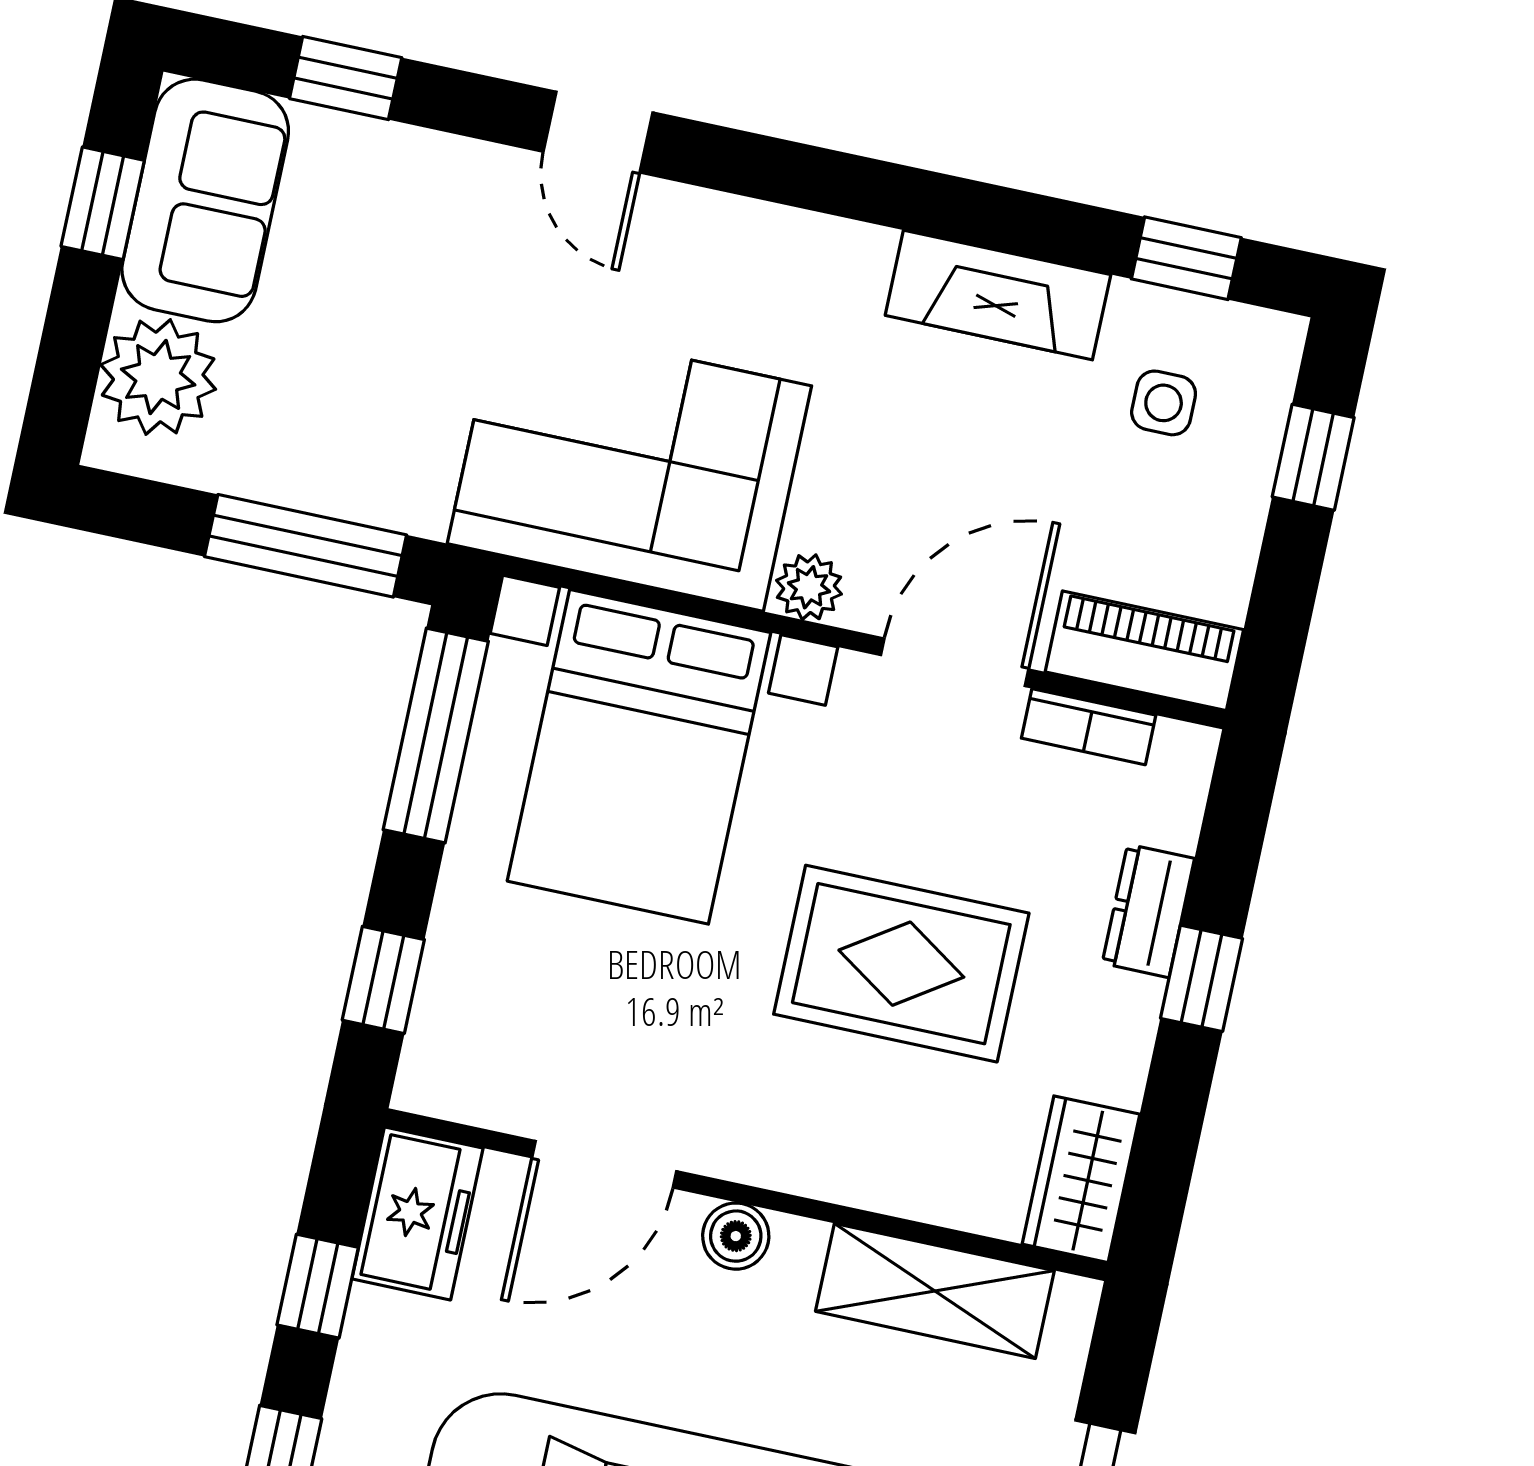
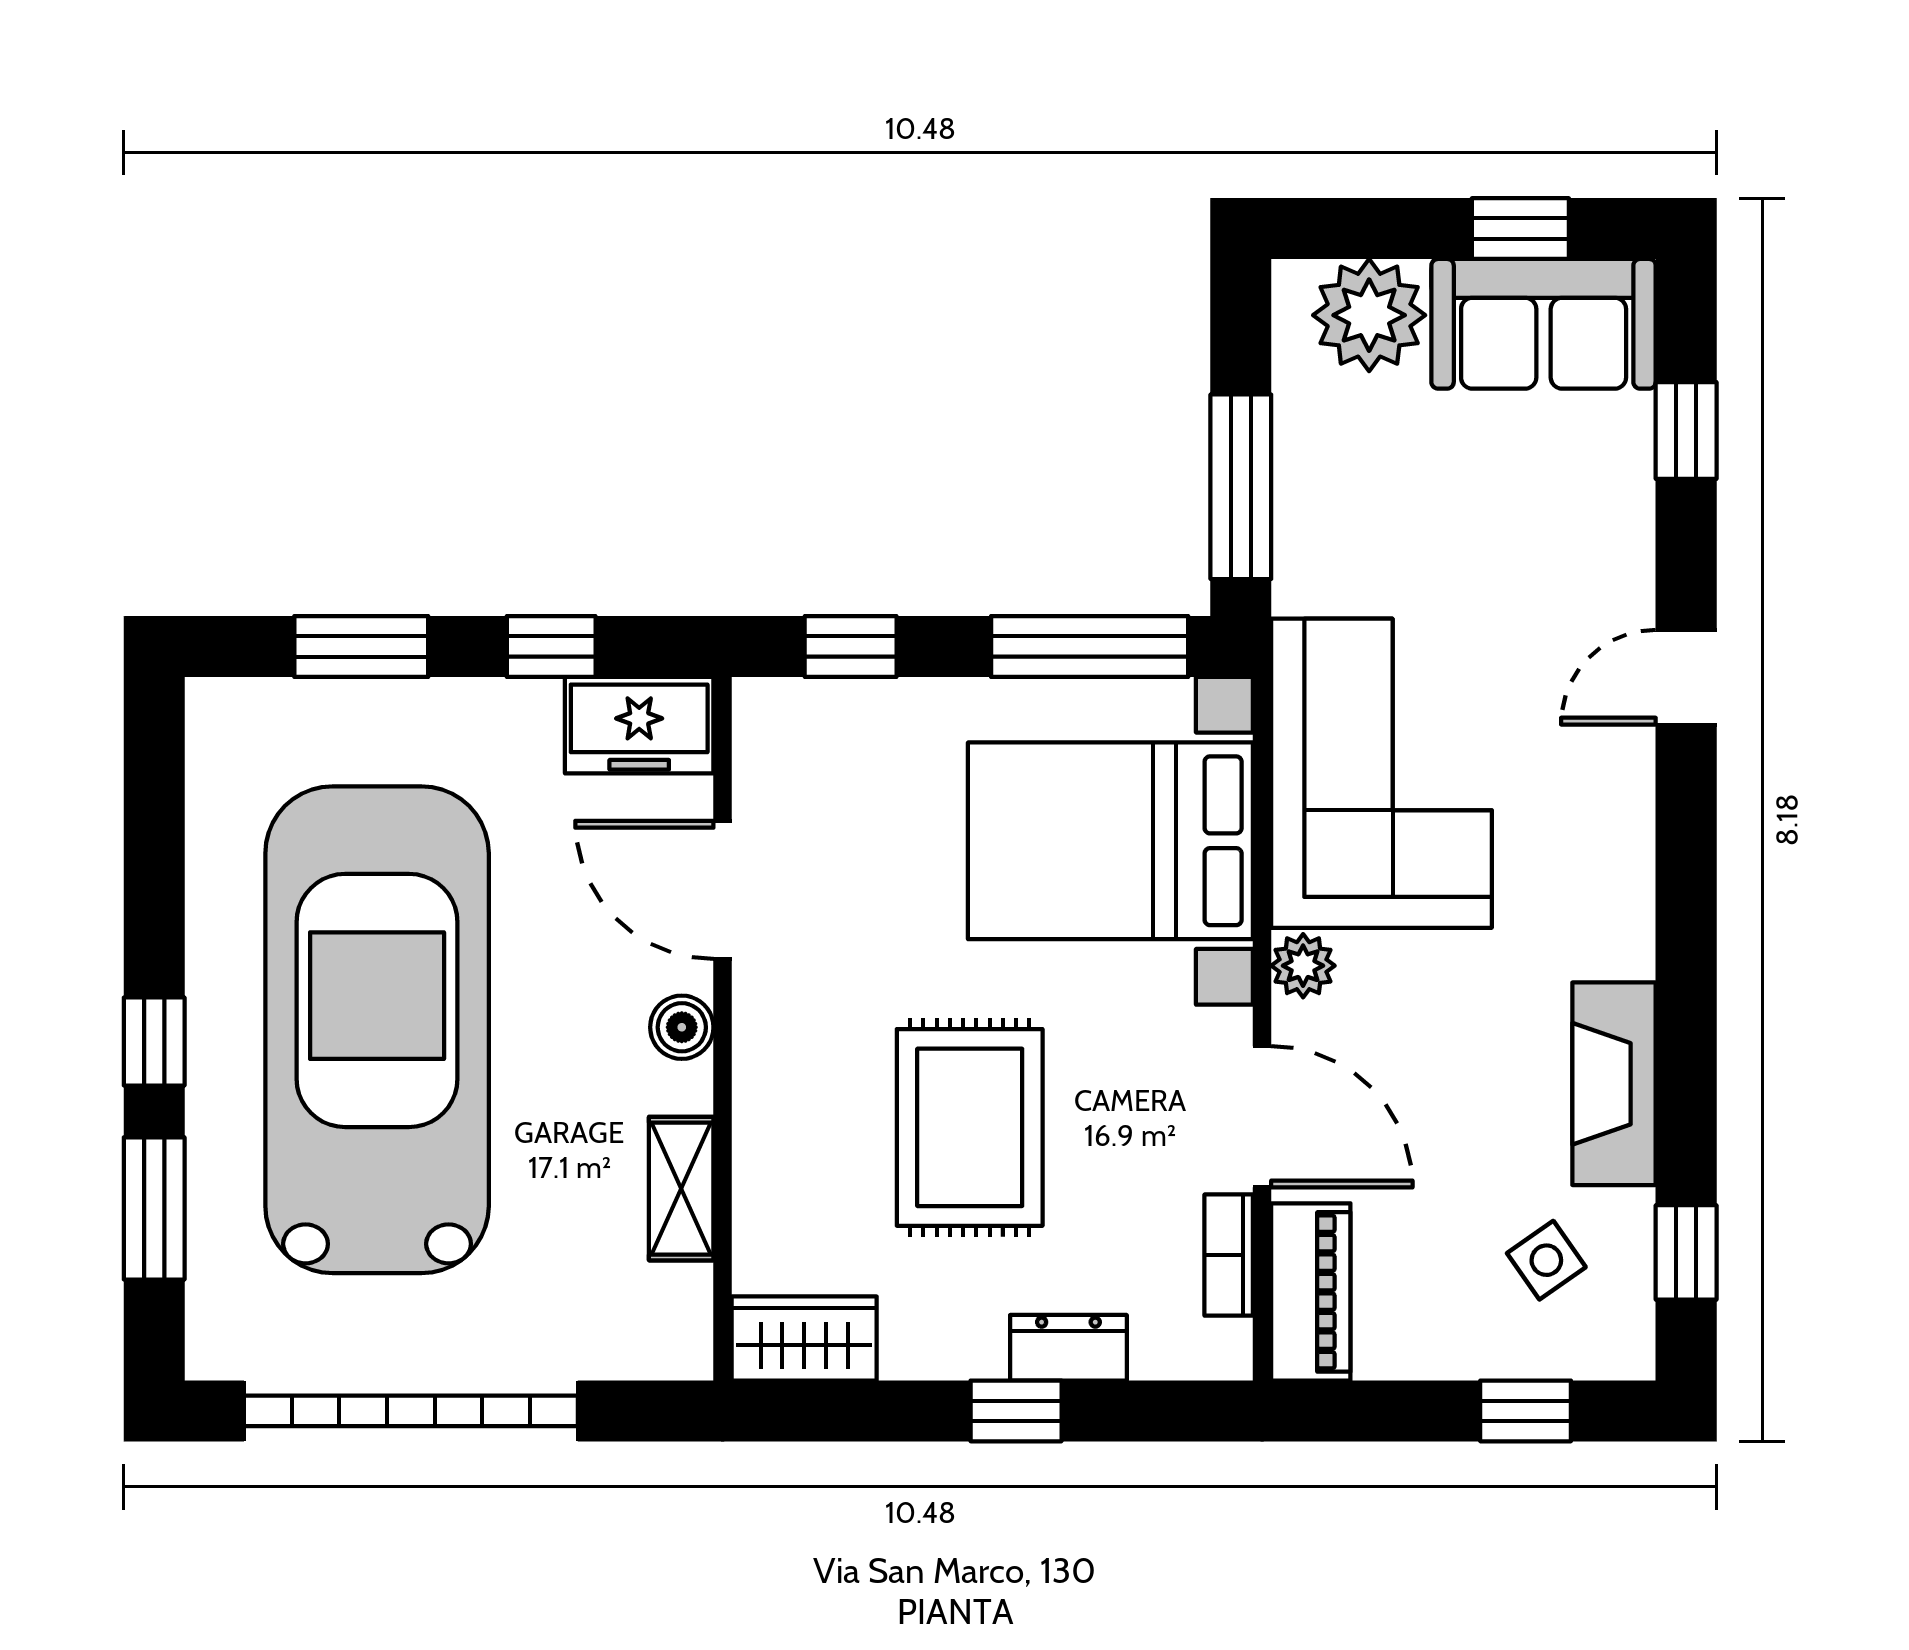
side table: (1164, 403) -> (1546, 1260), turned -35
shelving: (935, 1291) -> (681, 1189), width x0.67, depth x0.75

